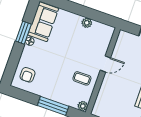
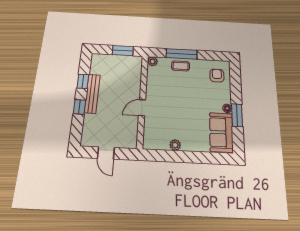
coffee table: (82, 78) -> (181, 66), moved

